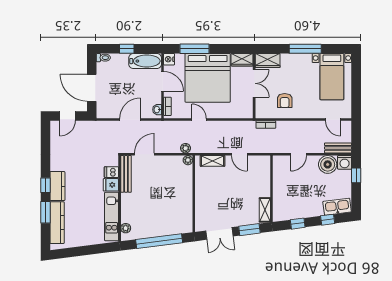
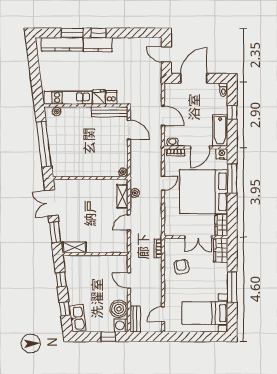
armchair: (285, 101) -> (181, 267), turned 82
plant: (186, 148) -> (135, 193), moved

